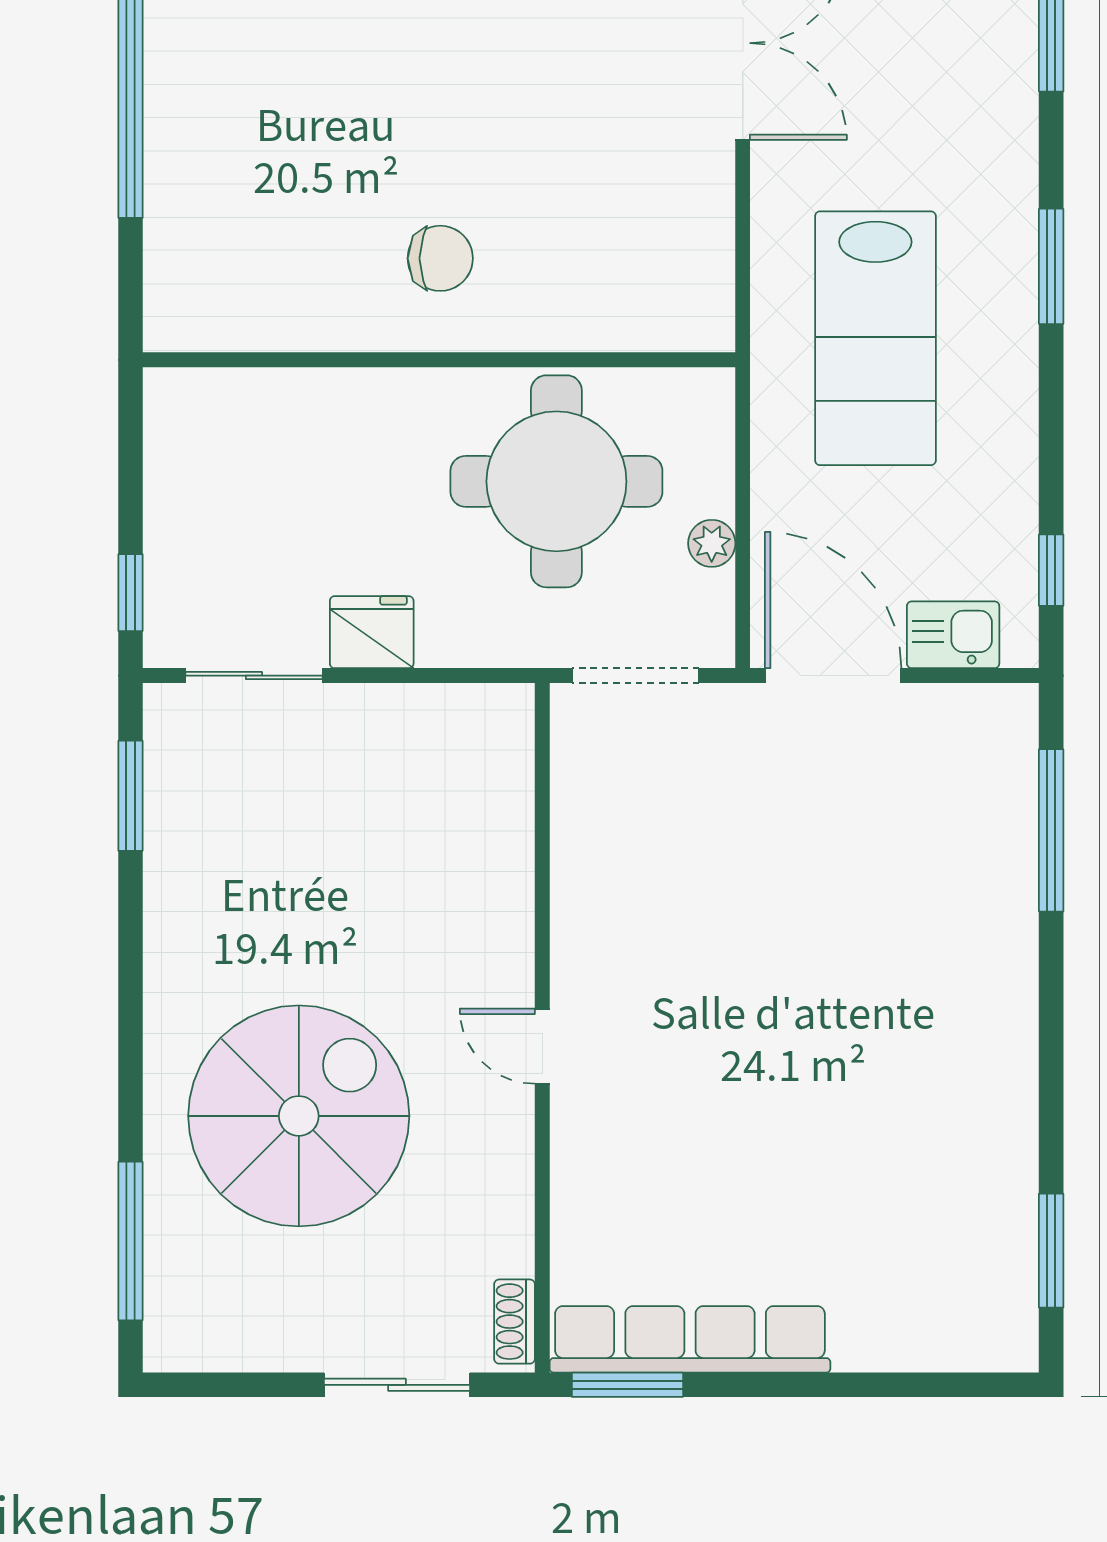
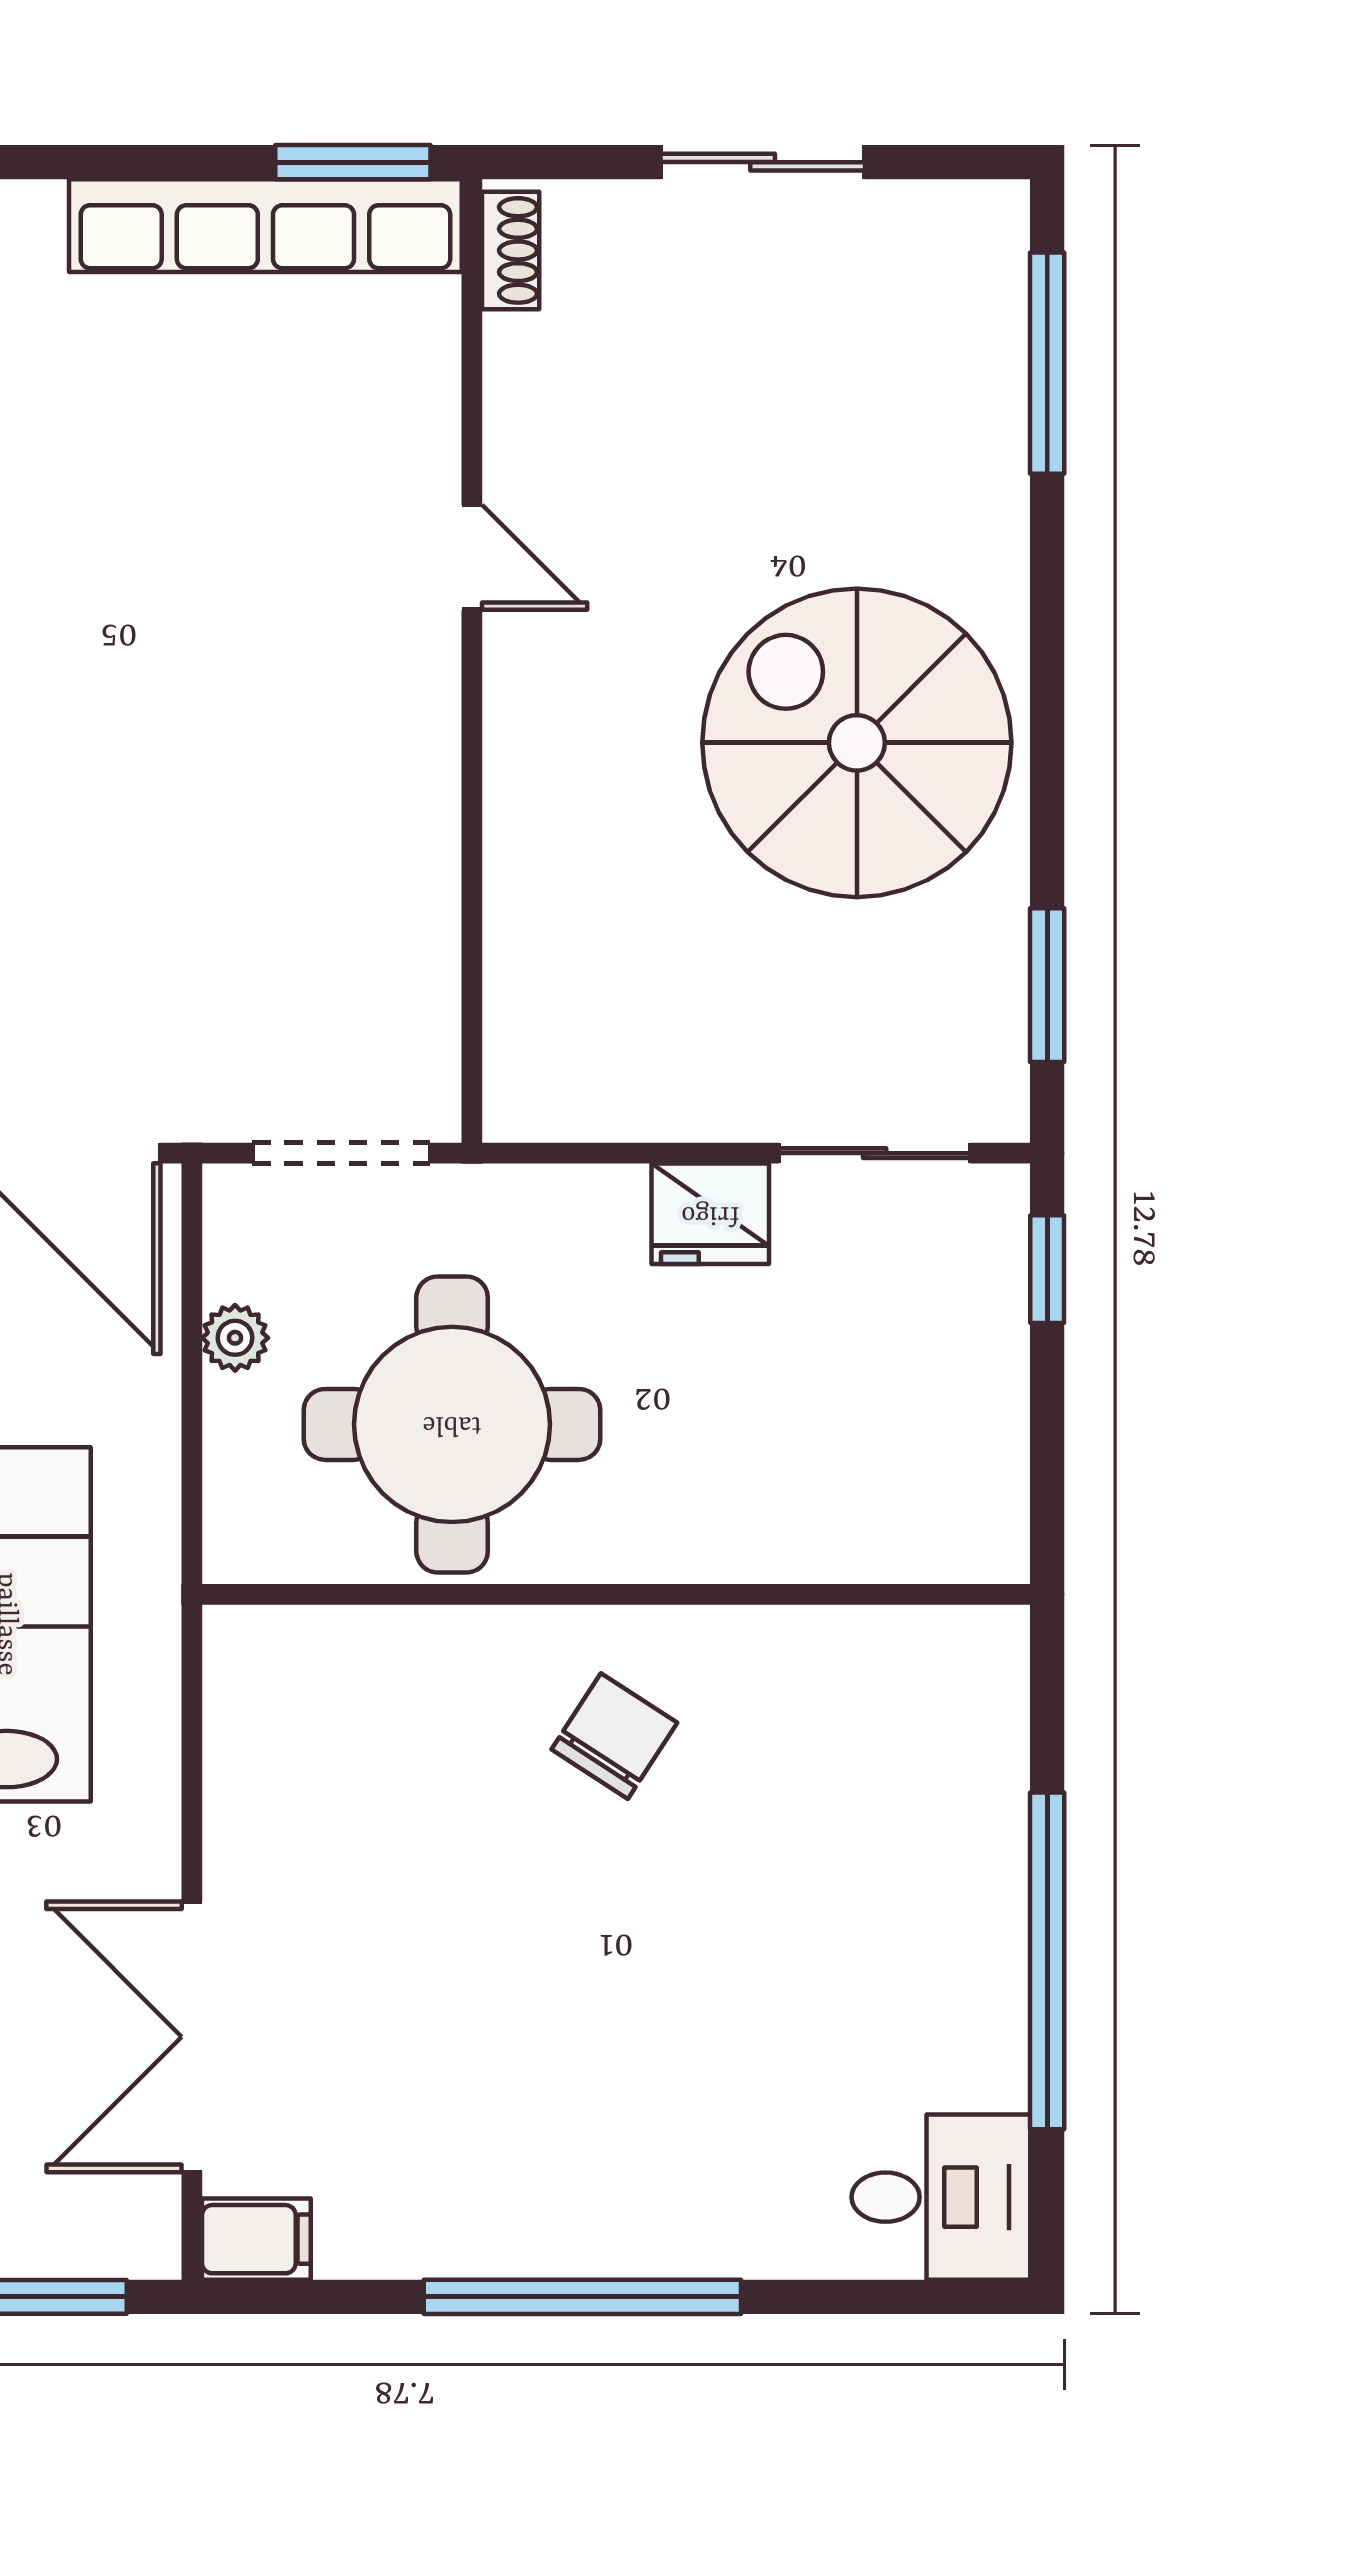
chair: (440, 258) -> (614, 1736), turned 123
door: (542, 1046) -> (472, 557), moved
spiral stairs: (299, 1116) -> (857, 743), moved, turned 90
sliding door: (397, 1385) -> (763, 162), moved

